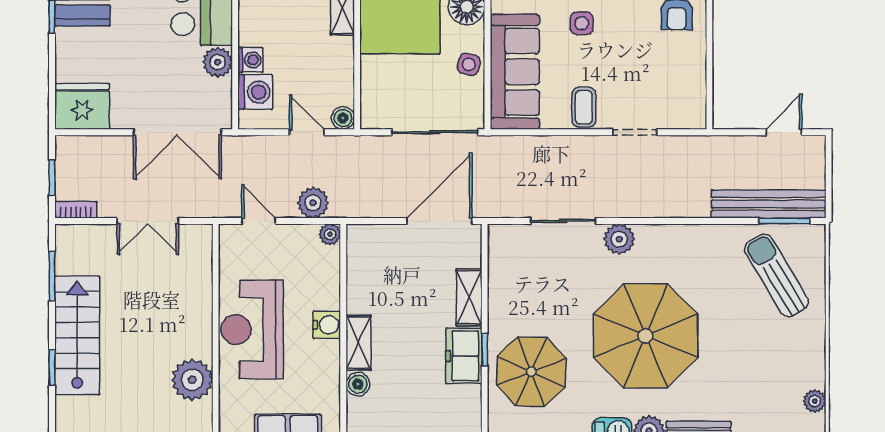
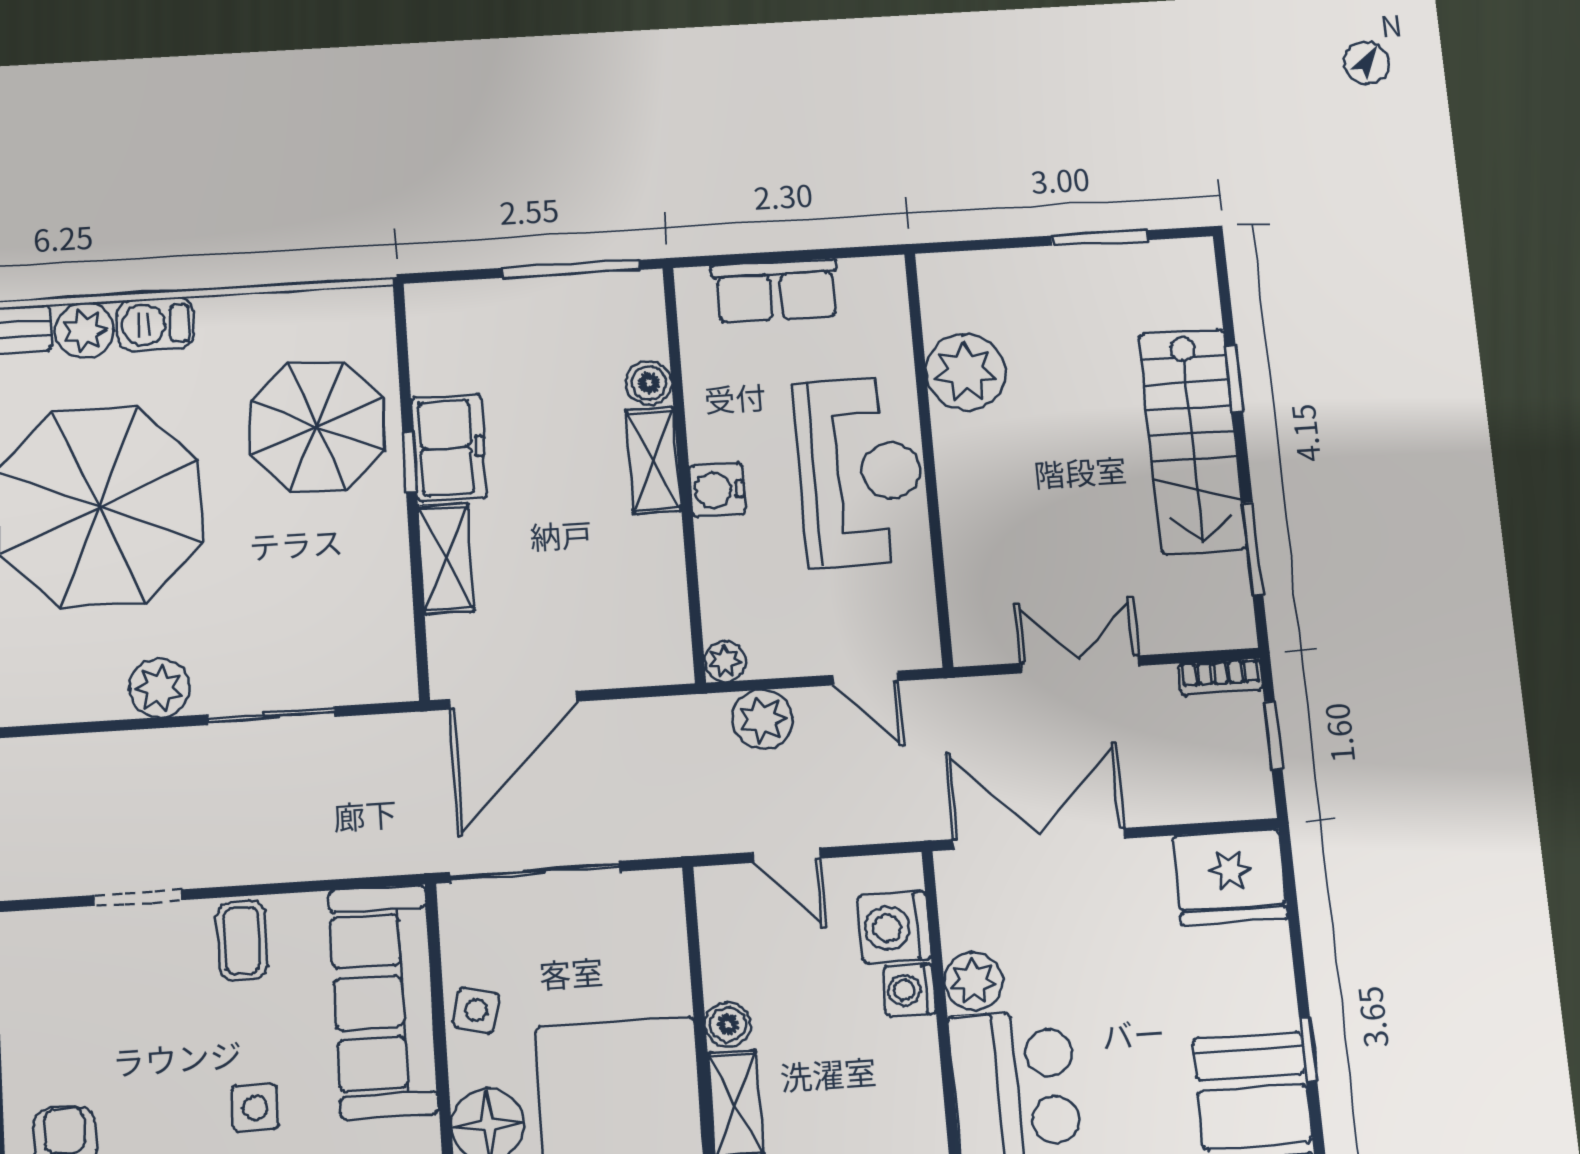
boiler: (343, 118) -> (728, 1024), moved

